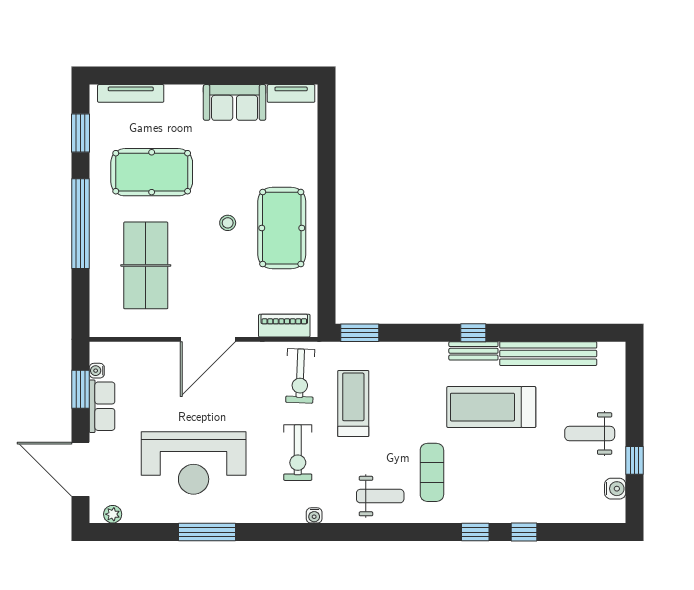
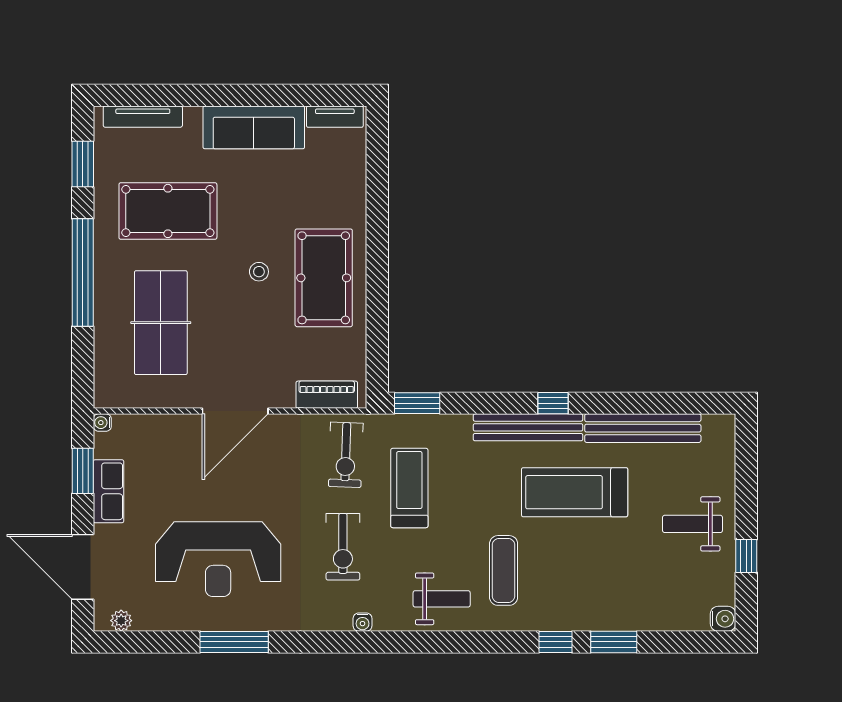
sofa: (235, 102) -> (254, 127), width x1.36
bench: (473, 351) -> (528, 427), width x1.86, depth x1.21
water cooler: (97, 371) -> (102, 423), moved
water cooler: (615, 489) -> (723, 619), moved
window: (524, 532) -> (614, 642), width x1.50

